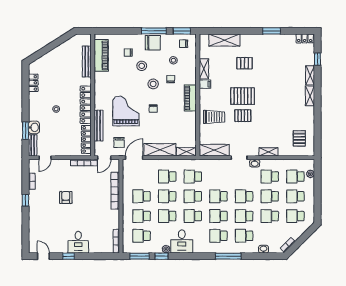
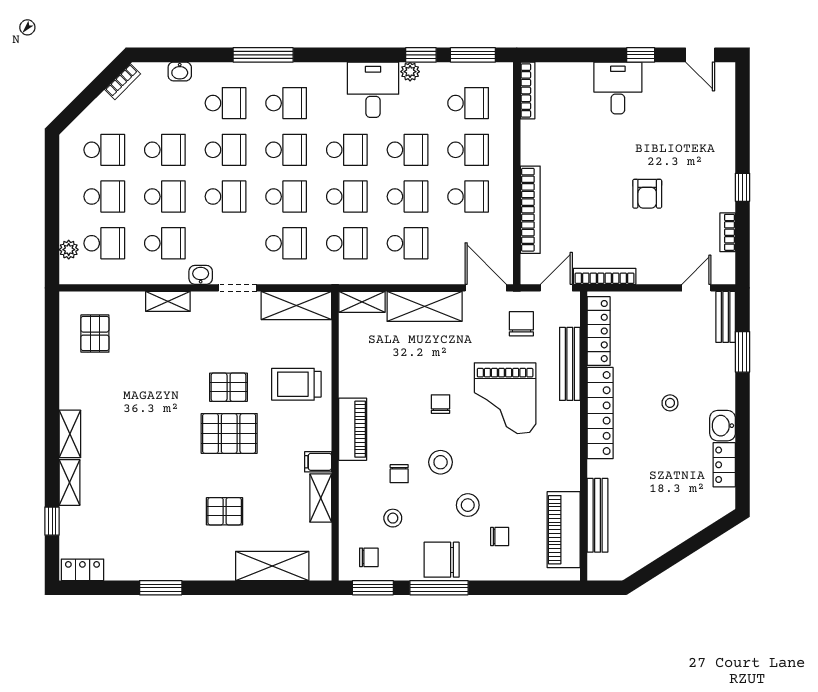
washbasin: (34, 127) -> (723, 426), moved
door: (134, 158) -> (486, 288), swing flipped
school desk: (218, 177) -> (286, 243), added

